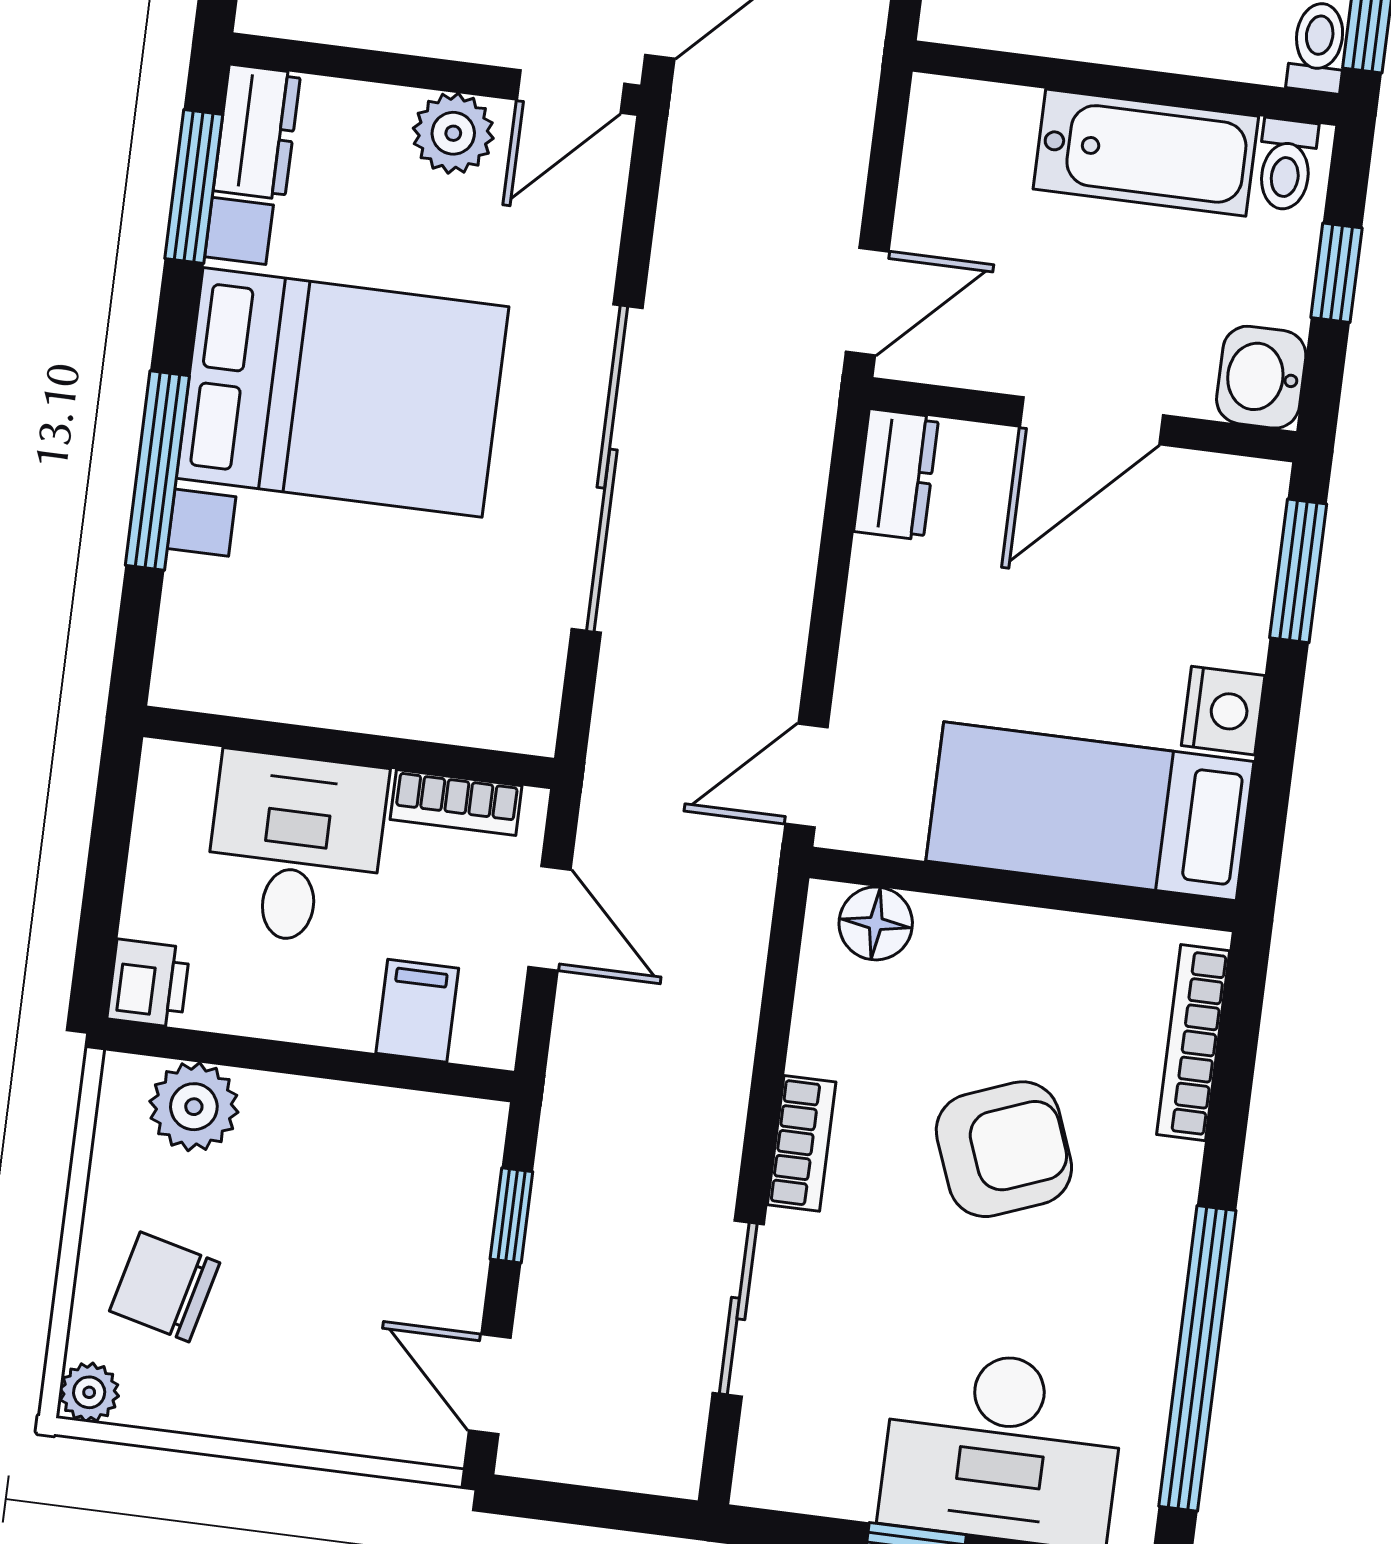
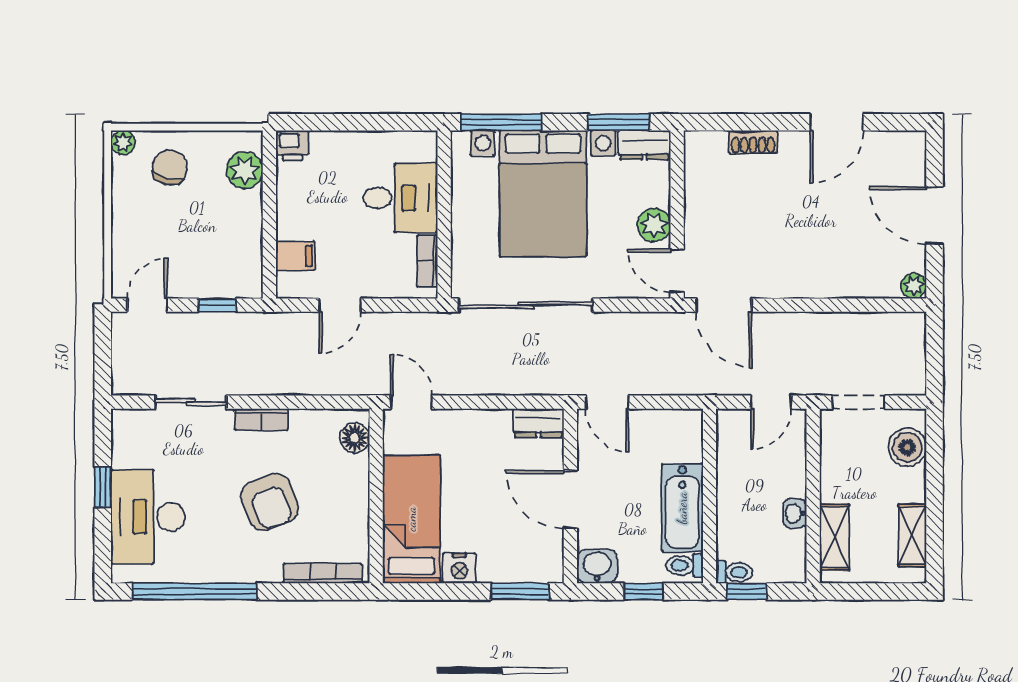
wall: (349, 747) -> (444, 214), moved
bookcase: (456, 803) -> (427, 261), moved
desk: (295, 848) -> (400, 198), moved

